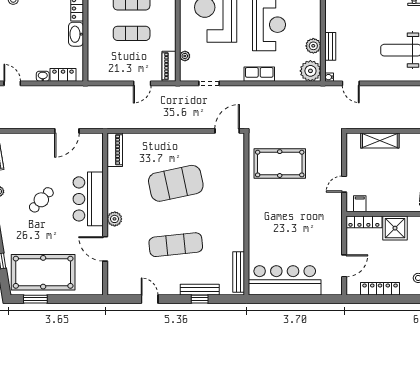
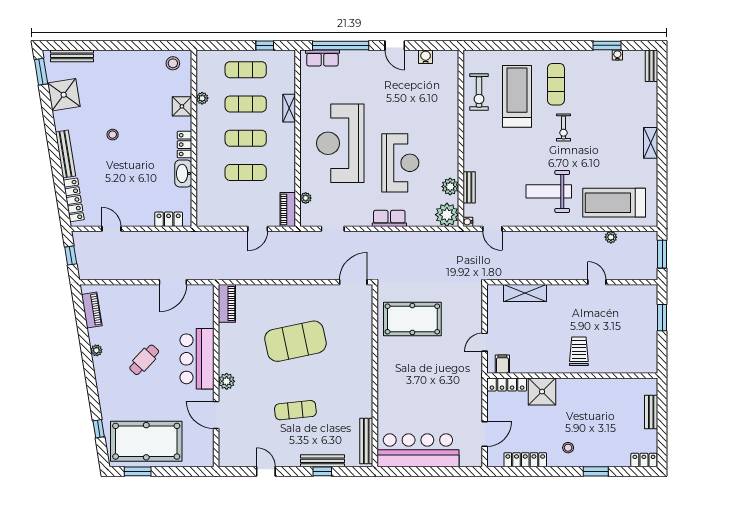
washbasin: (43, 76) -> (146, 221), removed
exercise mat: (176, 245) -> (295, 410), width x0.73, depth x0.69

